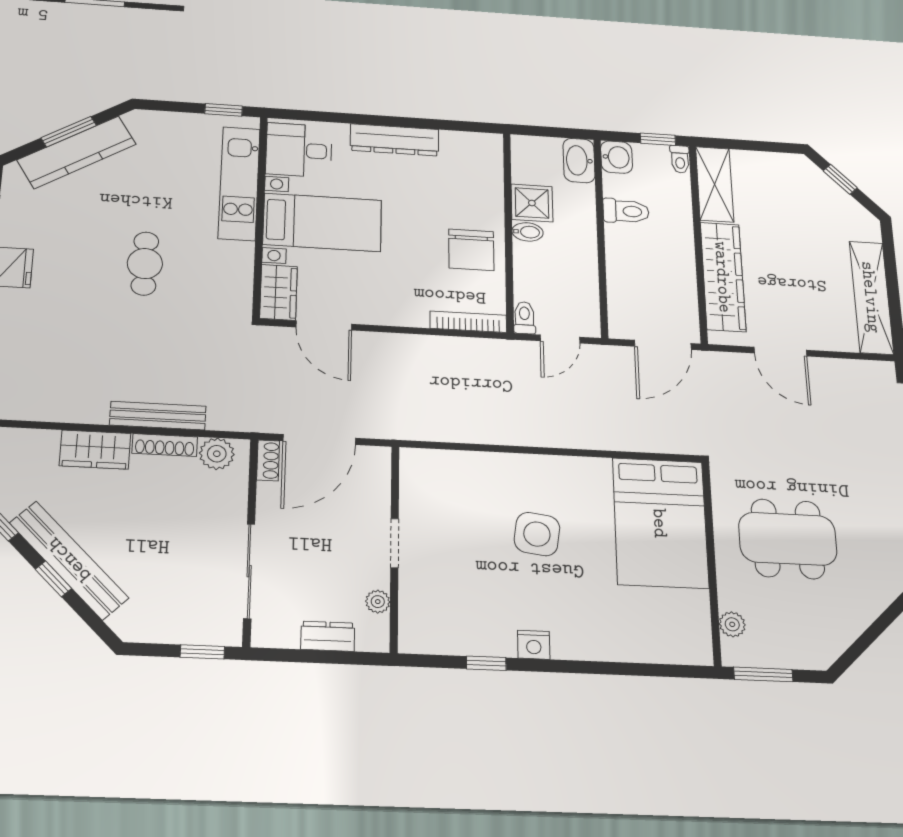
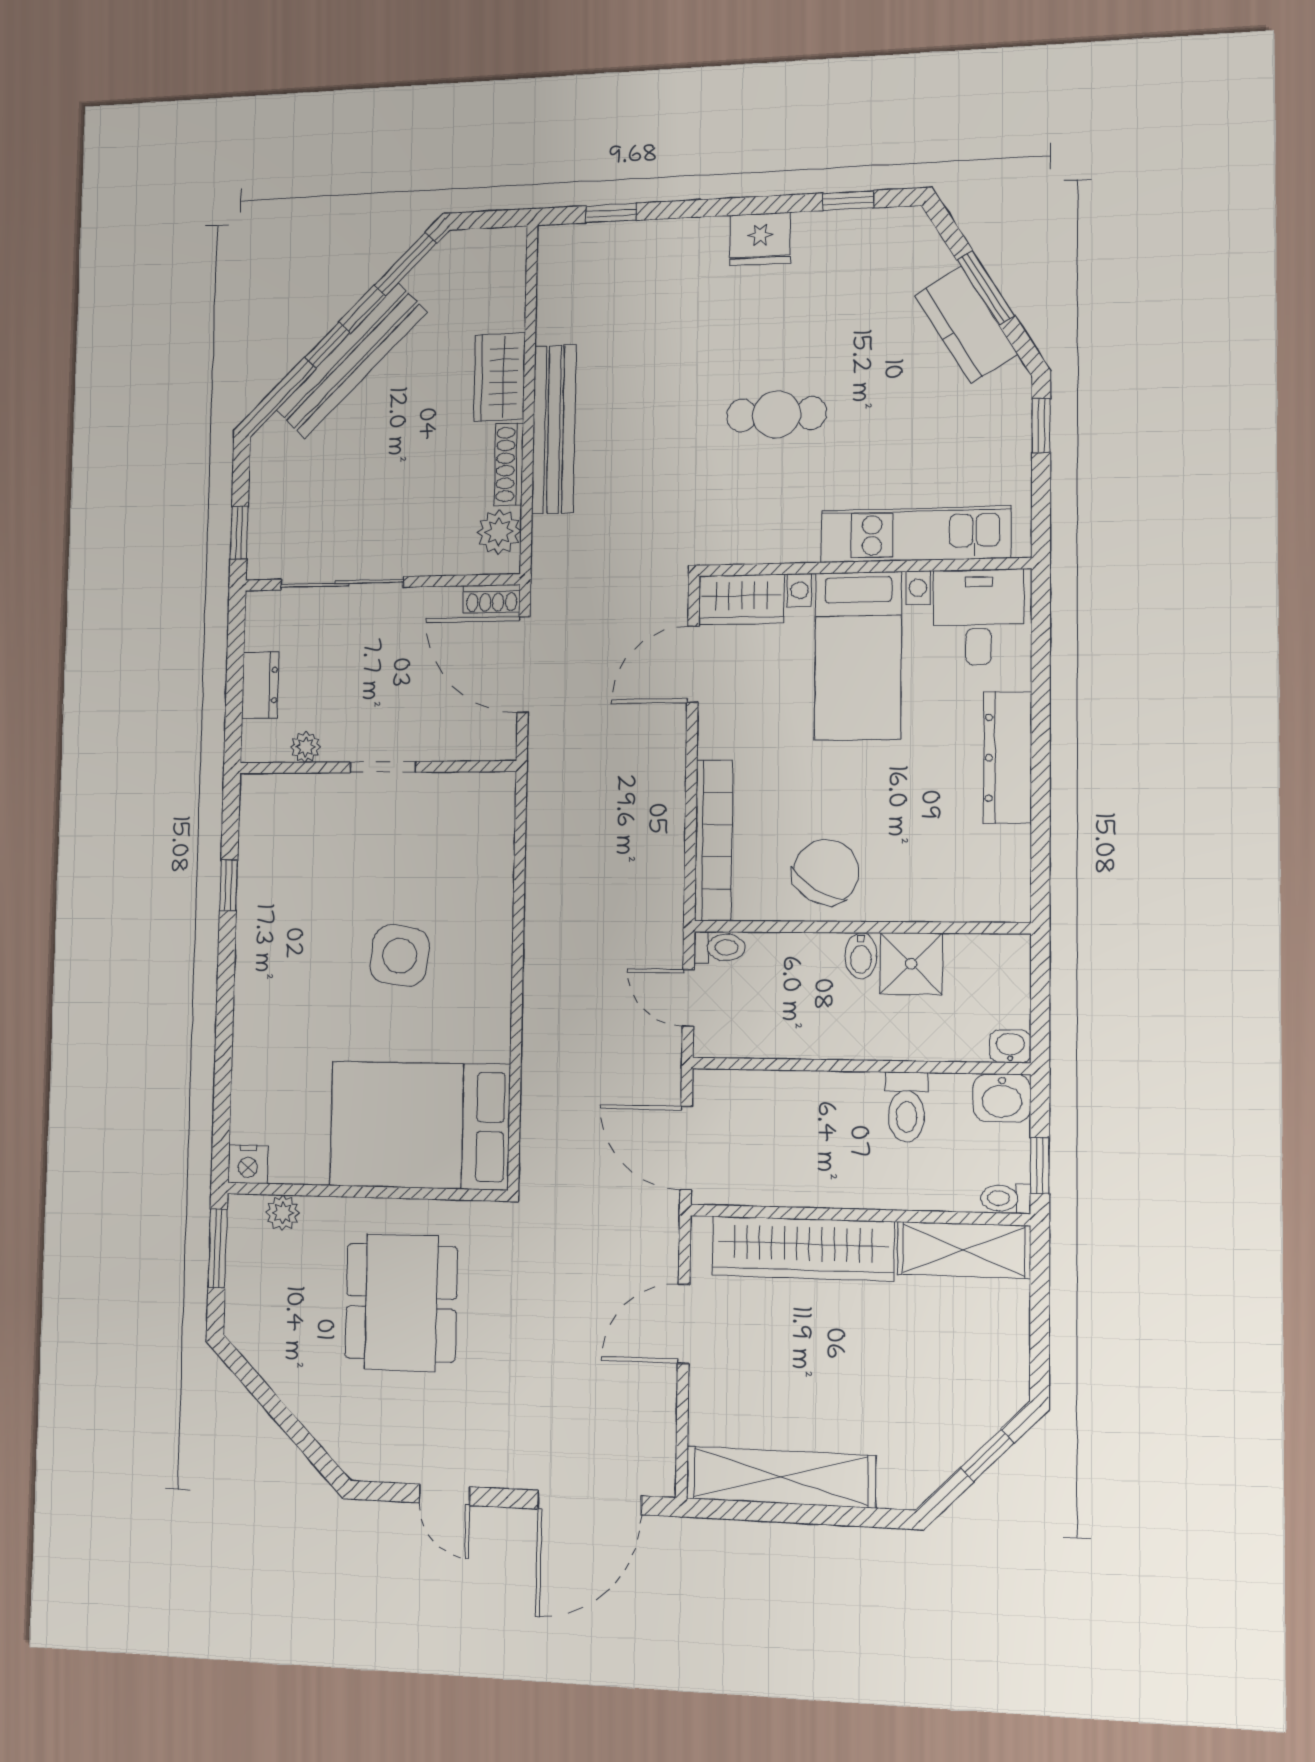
window: (224, 110) -> (1041, 426), moved
kitchen counter: (77, 152) -> (966, 325), width x0.67
washbasin: (579, 160) -> (1010, 1046), width x0.52, depth x0.69
chair: (471, 250) -> (826, 872), turned 121
bookcase: (468, 322) -> (714, 840), width x1.48, depth x1.31
bench: (158, 416) -> (554, 429), width x1.37, depth x1.21
nightstand: (534, 645) -> (248, 1164), moved, turned -90

